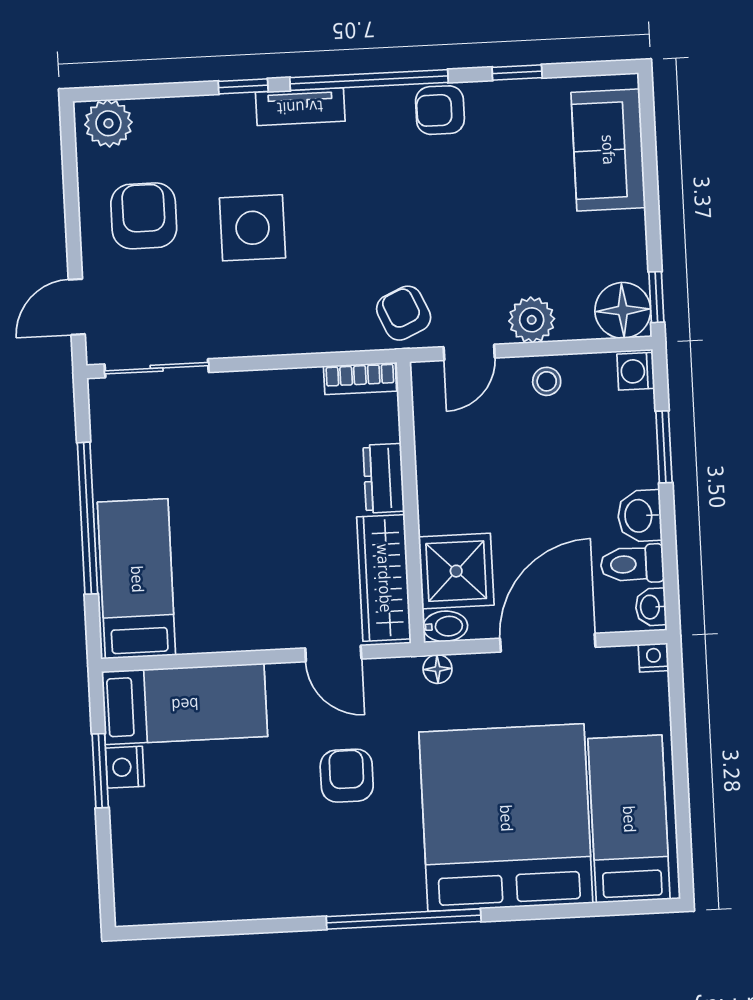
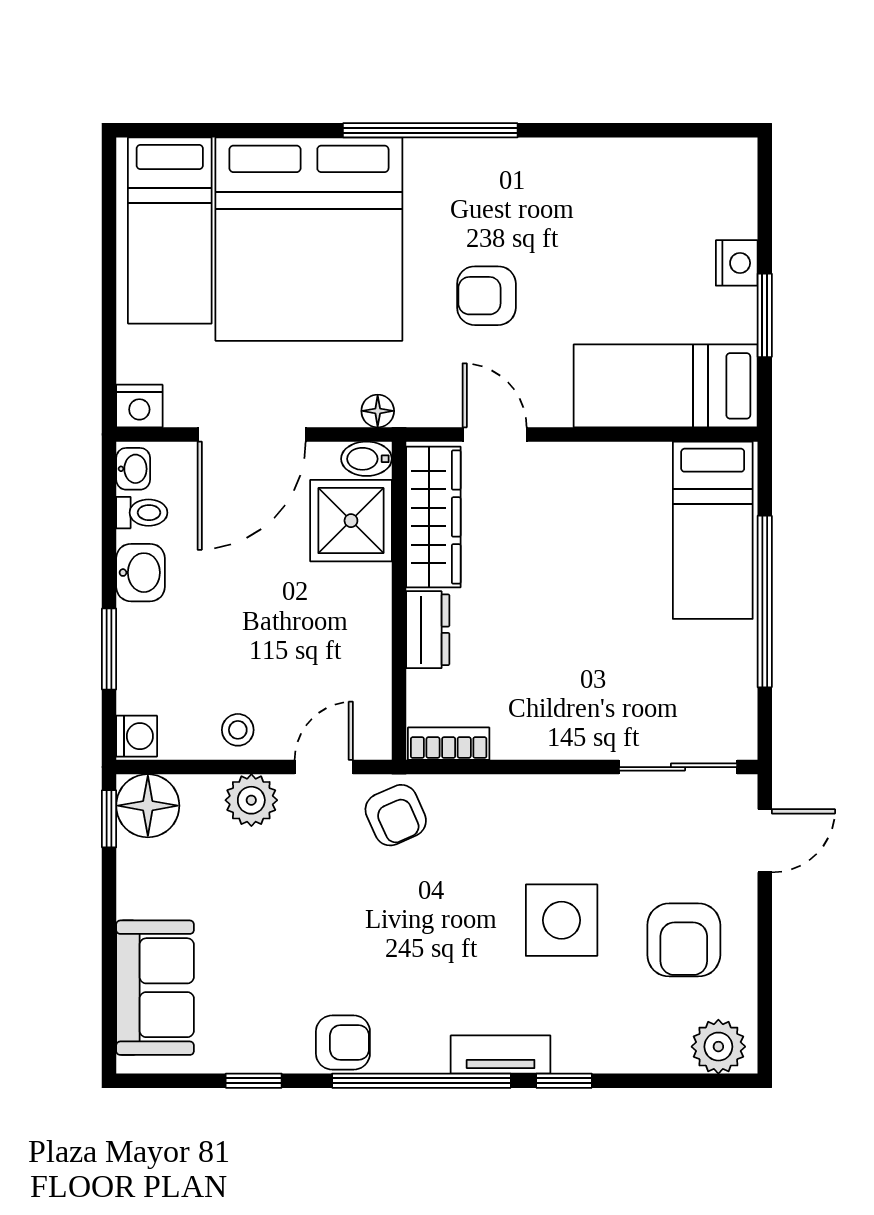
toilet: (632, 564) -> (142, 513), width x0.73, depth x0.72
nightstand: (654, 658) -> (139, 406), width x1.39, depth x1.35
nightstand: (125, 767) -> (737, 263), moved
armchair: (347, 776) -> (486, 296), turned 90

